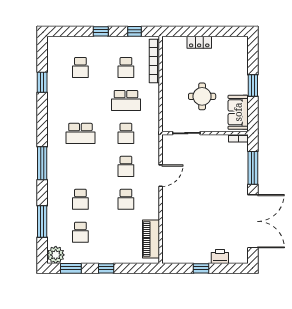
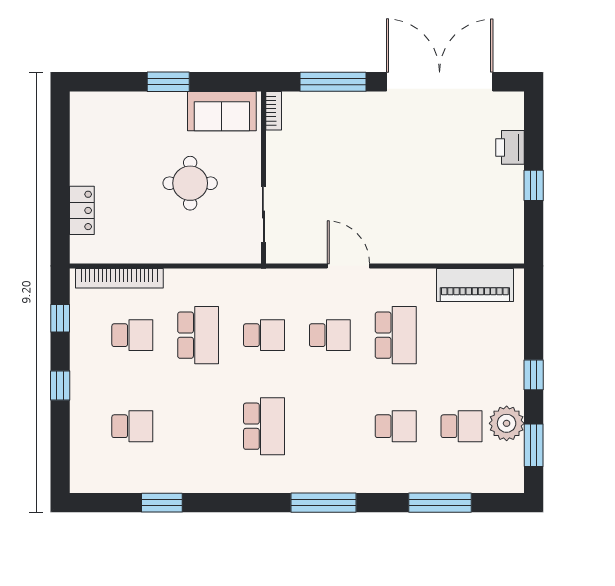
locker: (199, 42) -> (82, 210), moved
school desk: (126, 199) -> (396, 335), width x1.85
plant: (56, 255) -> (507, 423), moved

